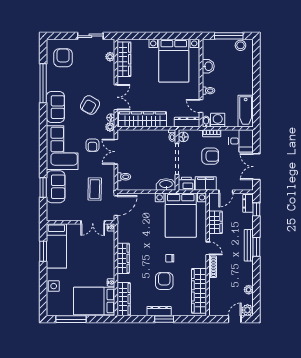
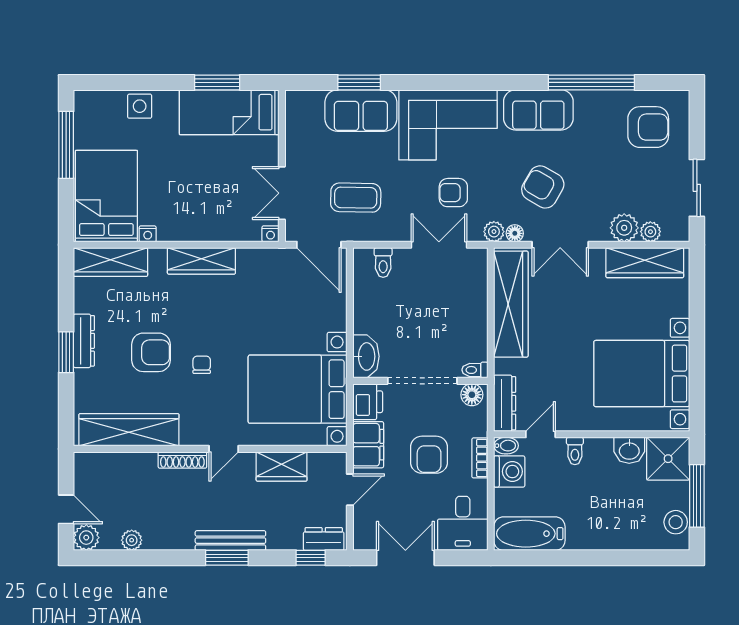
shower: (212, 49) -> (668, 459), added
plant: (108, 68) -> (624, 228), added
door: (226, 192) -> (350, 490), swing flipped

